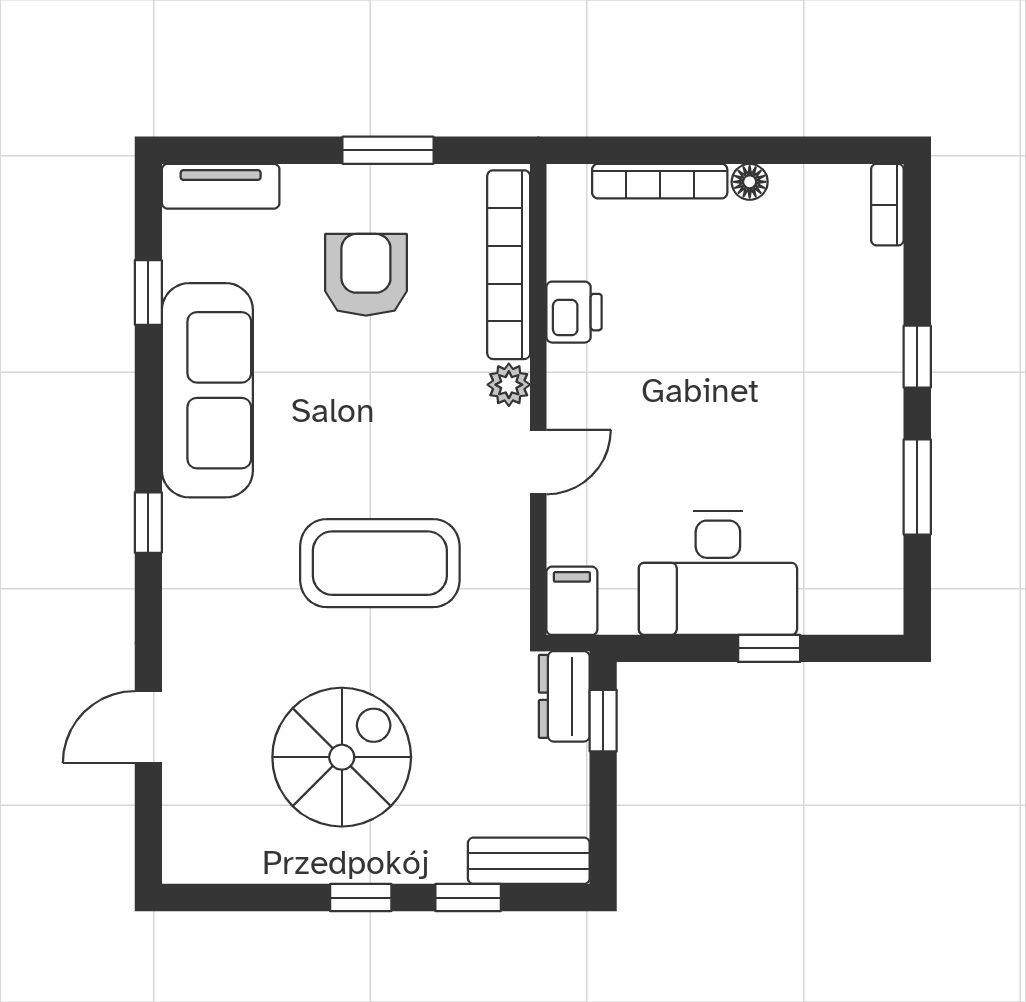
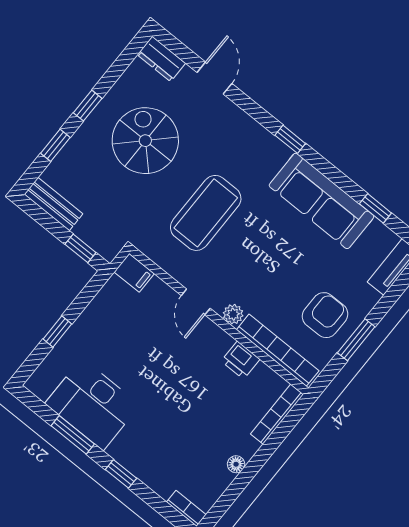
bookcase: (660, 181) -> (277, 414), moved
armchair: (366, 275) -> (325, 315), moved, turned -90
desk: (718, 573) -> (92, 404), moved, turned -90
dresser: (564, 696) -> (161, 59), moved, turned 180
spiral stairs: (342, 757) -> (145, 141), turned 180
bench: (529, 861) -> (53, 204), moved, turned 90

